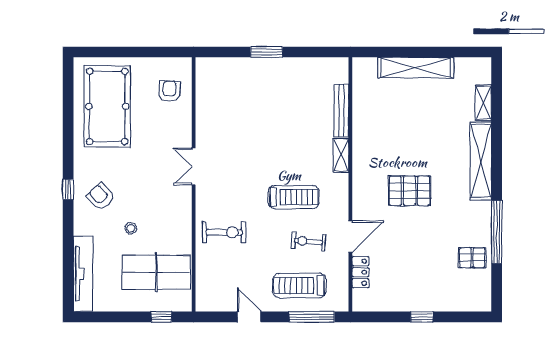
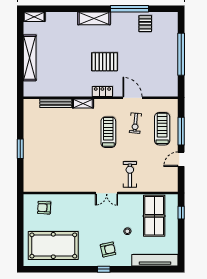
shelving: (483, 103) -> (34, 17), moved
shelving: (481, 161) -> (94, 18), width x0.68
double door: (194, 166) -> (107, 193), moved
pallet: (409, 191) -> (105, 62), turned 90
armchair: (101, 196) -> (108, 250), turned -149
locker: (360, 272) -> (102, 92), moved
treadmill: (299, 285) -> (162, 129), turned 180
window: (312, 317) -> (181, 131), moved
window: (422, 317) -> (181, 54), width x3.17

